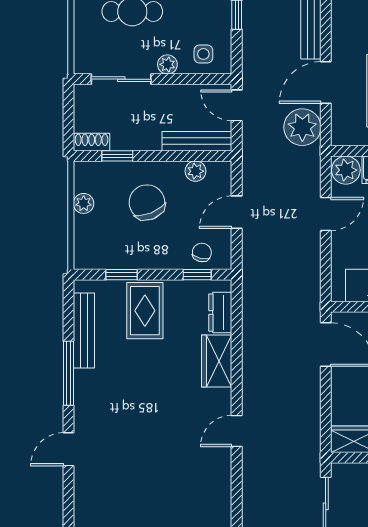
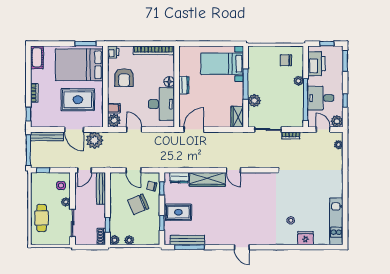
plant: (195, 171) -> (115, 240), moved
chair: (147, 202) -> (138, 204), moved
wardrobe: (217, 361) -> (207, 179), width x1.50
window: (68, 373) -> (190, 247), moved

